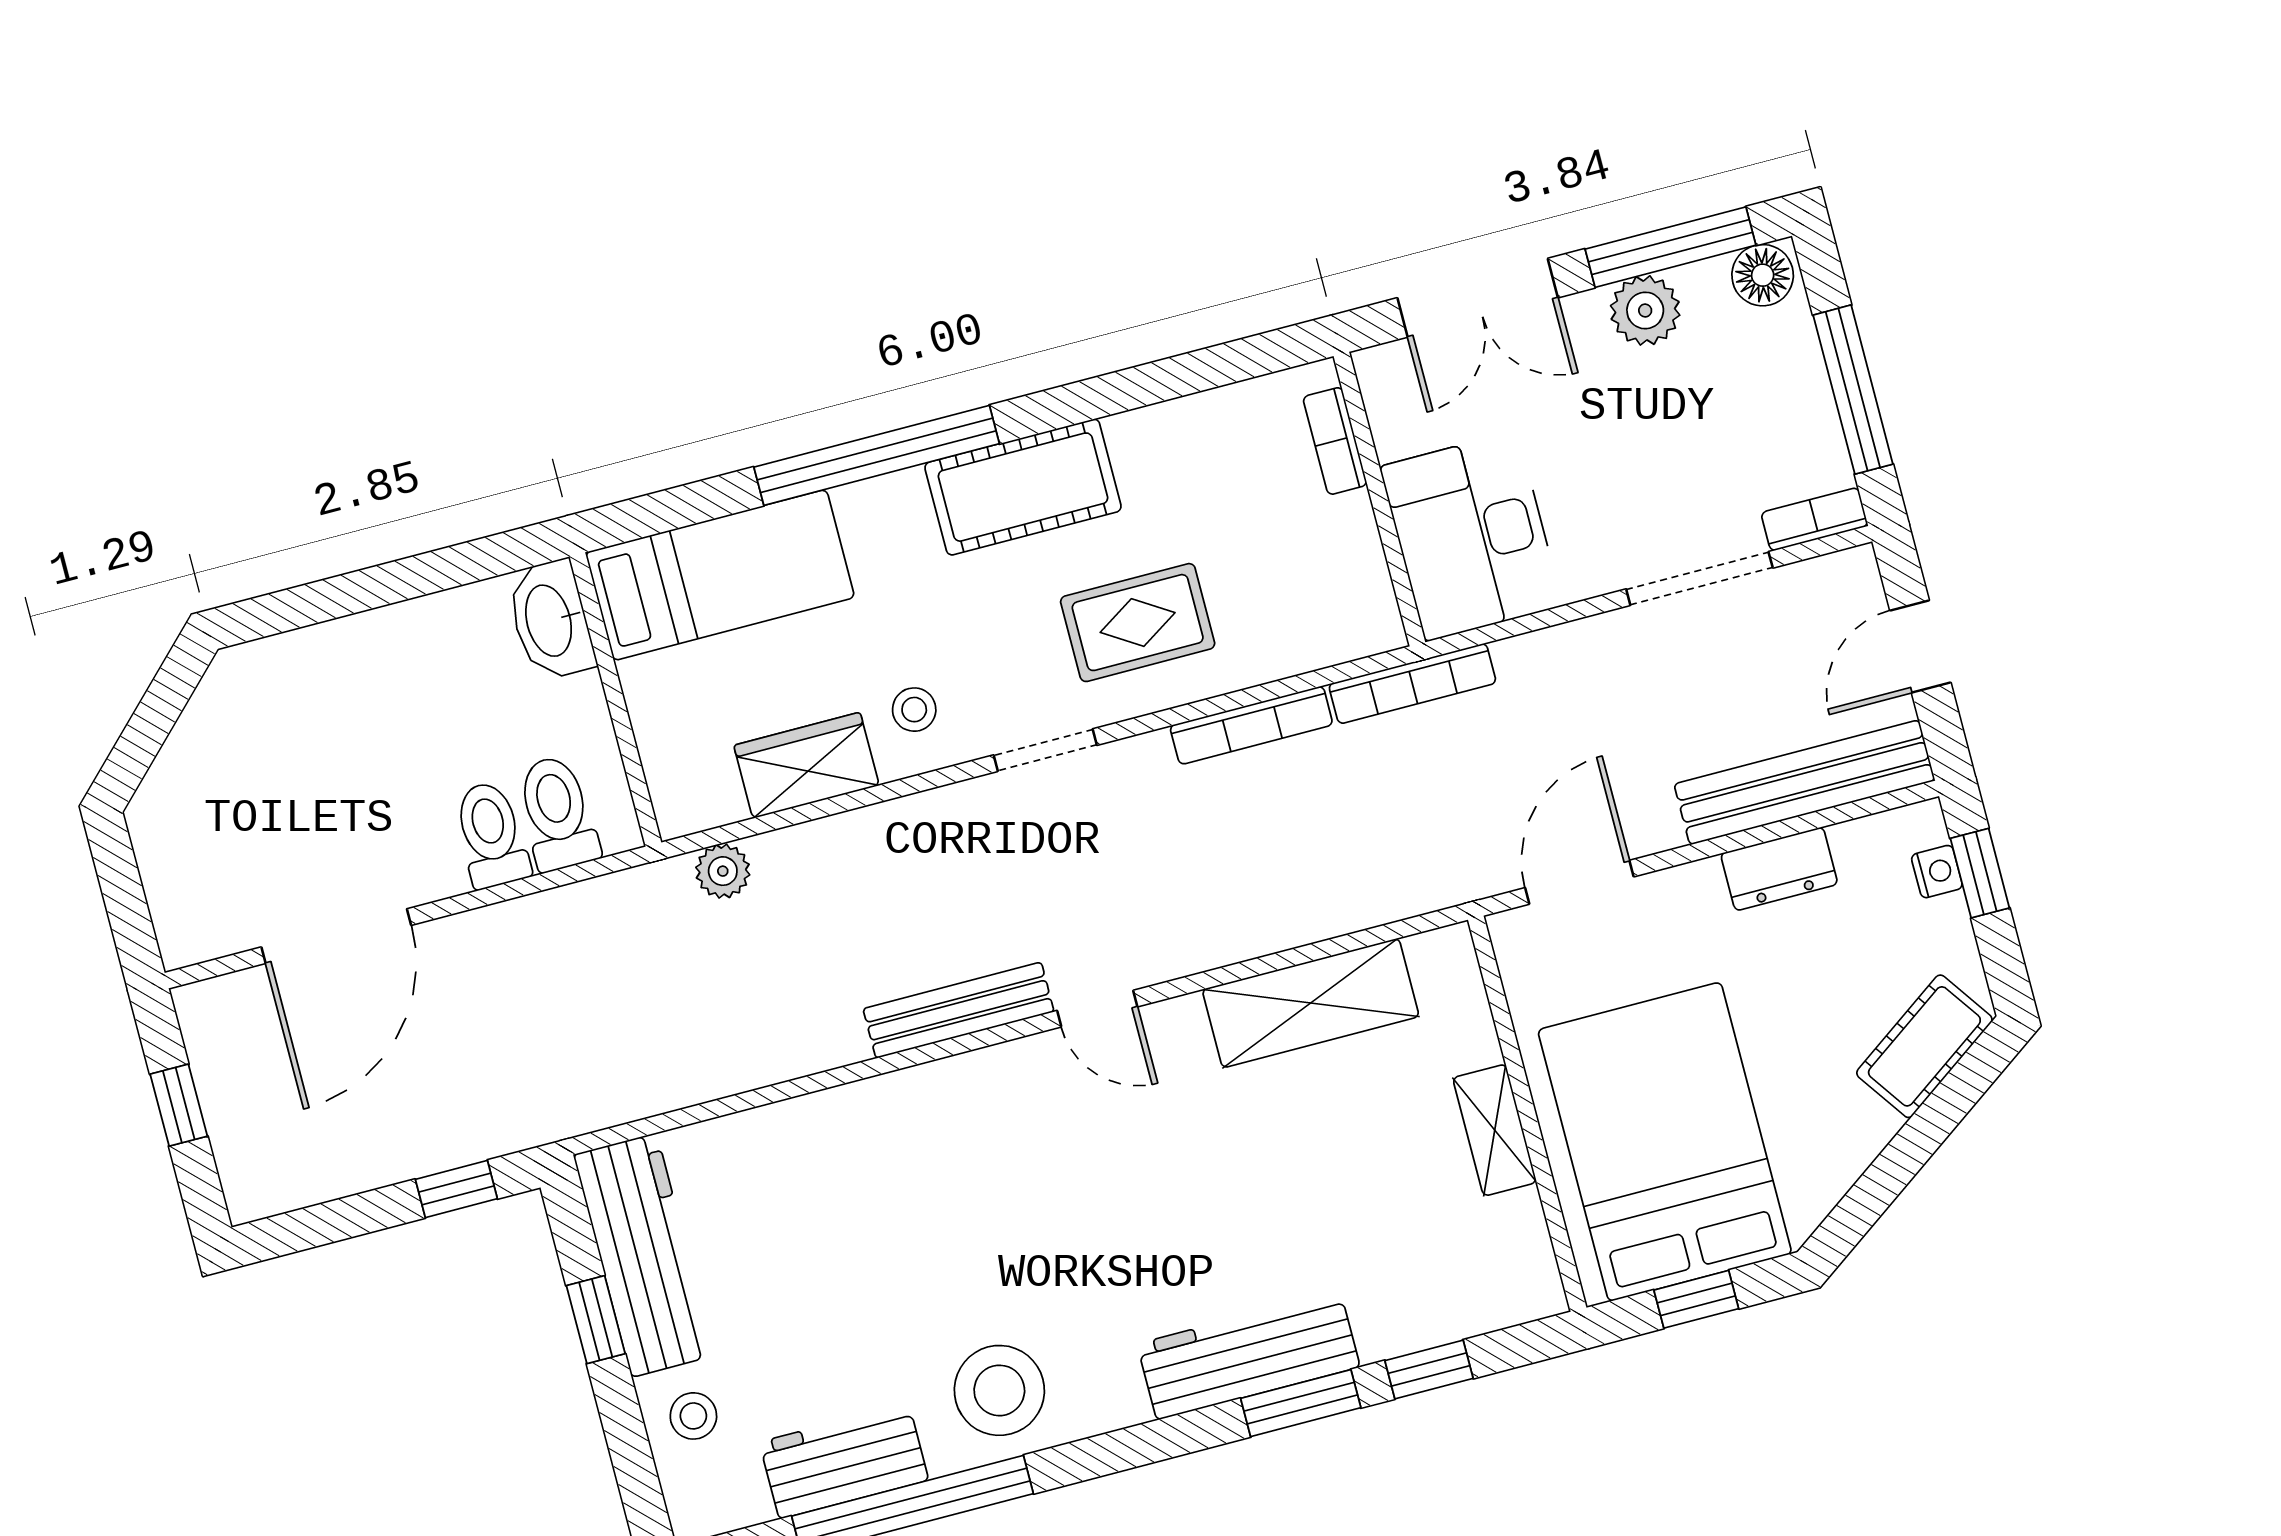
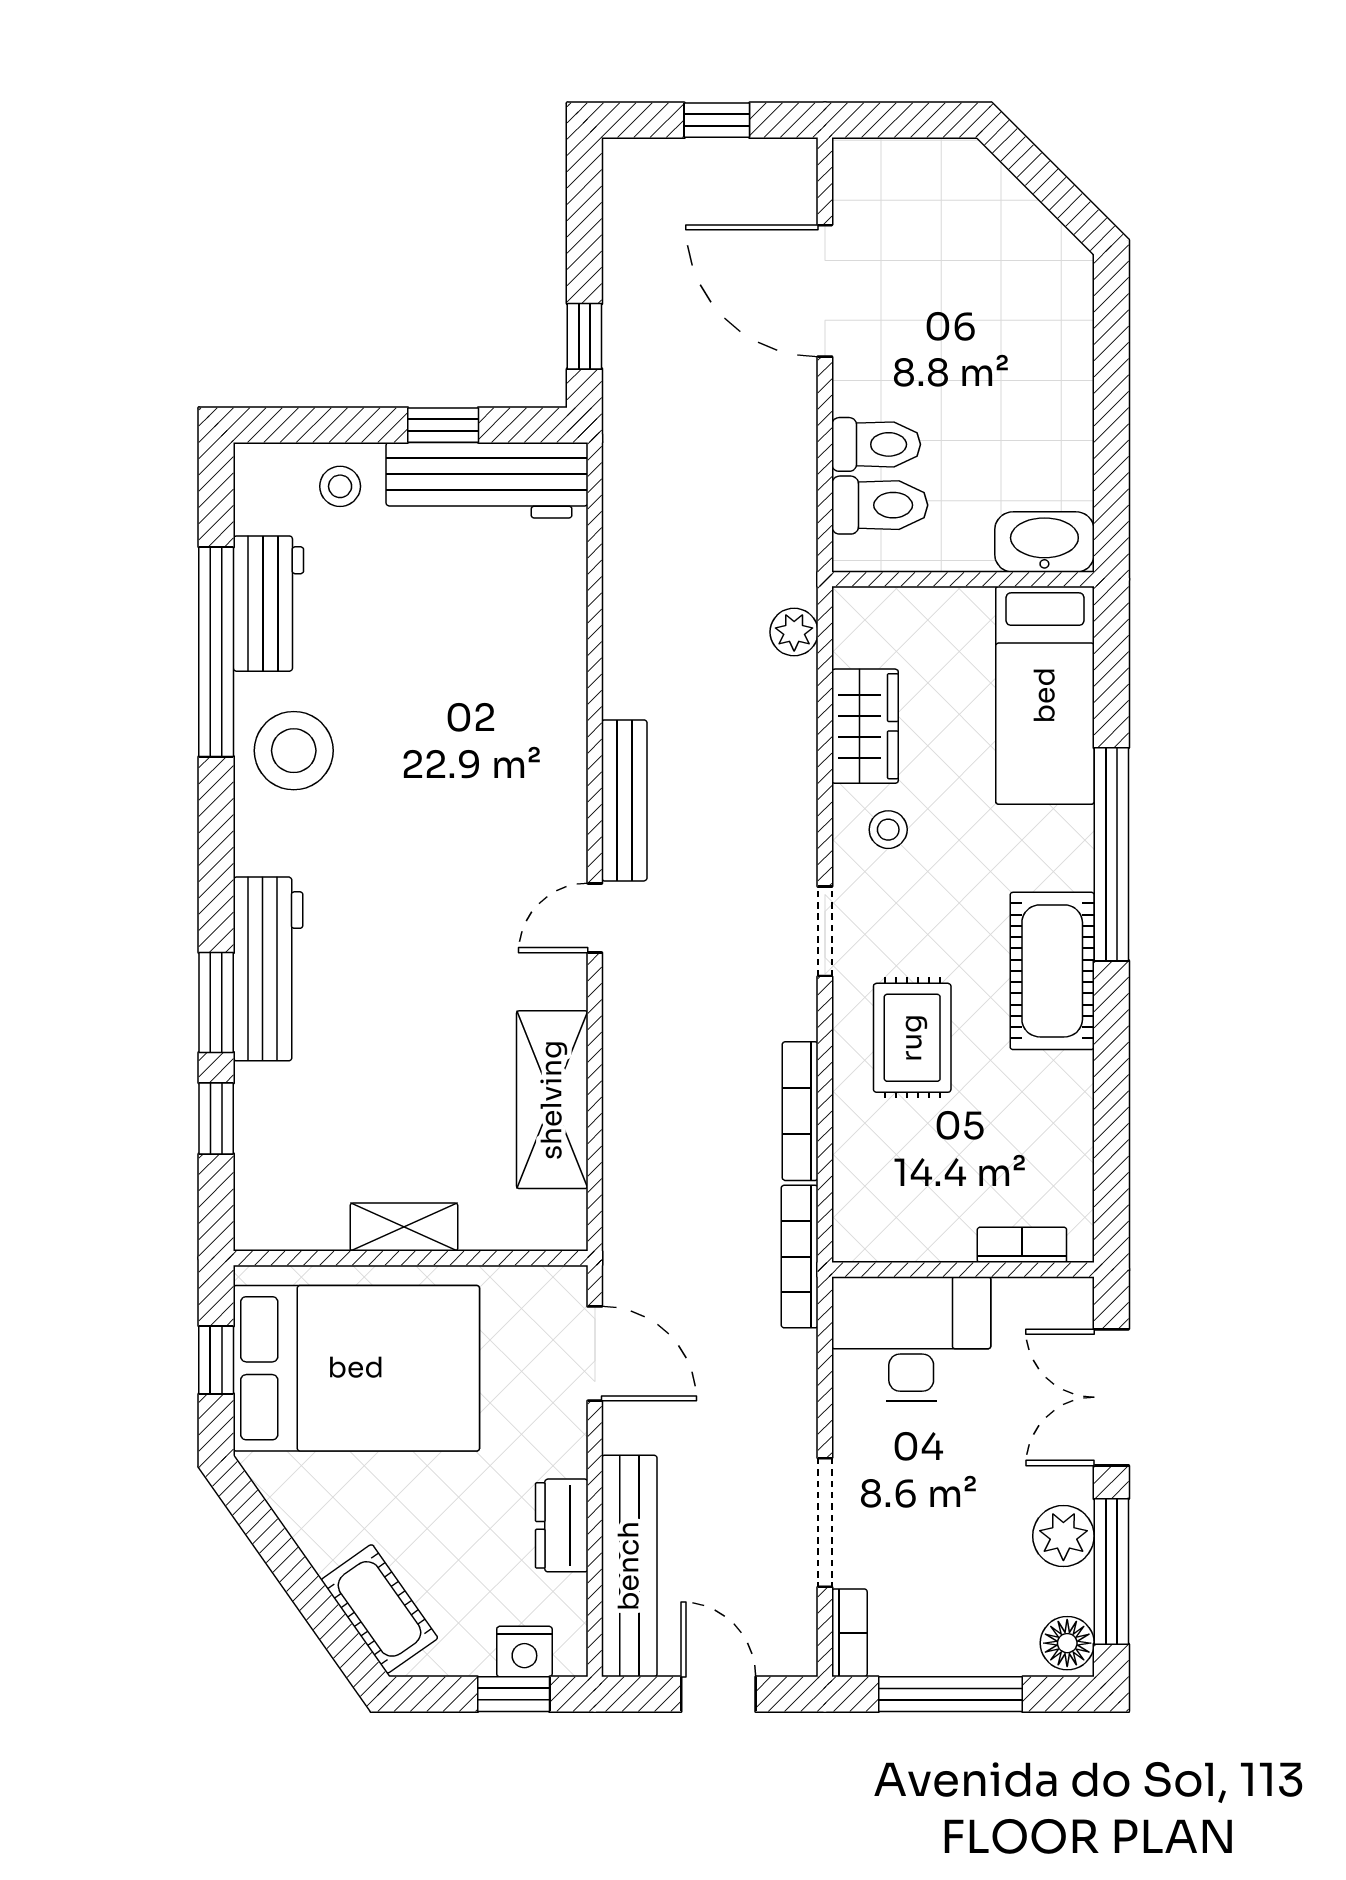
nightstand: (1937, 872) -> (524, 1652), width x1.39, depth x1.35

